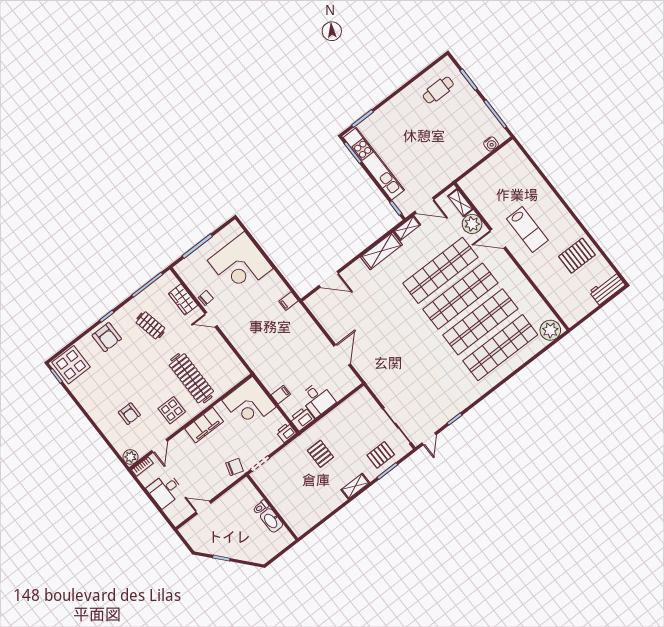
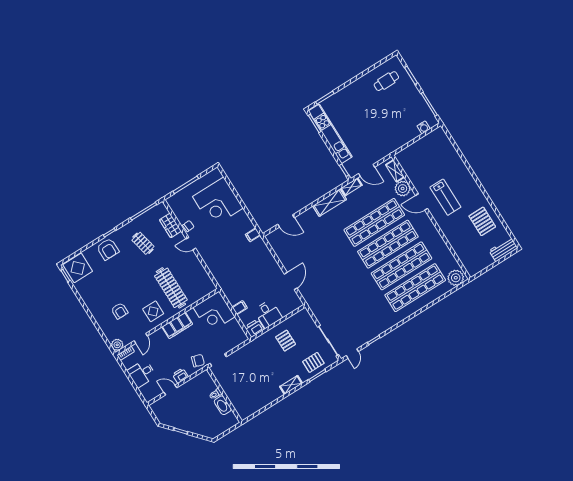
pallet: (577, 256) -> (482, 221), turned 90
printer: (286, 433) -> (180, 376), moved
pallet: (320, 454) -> (286, 341), moved

